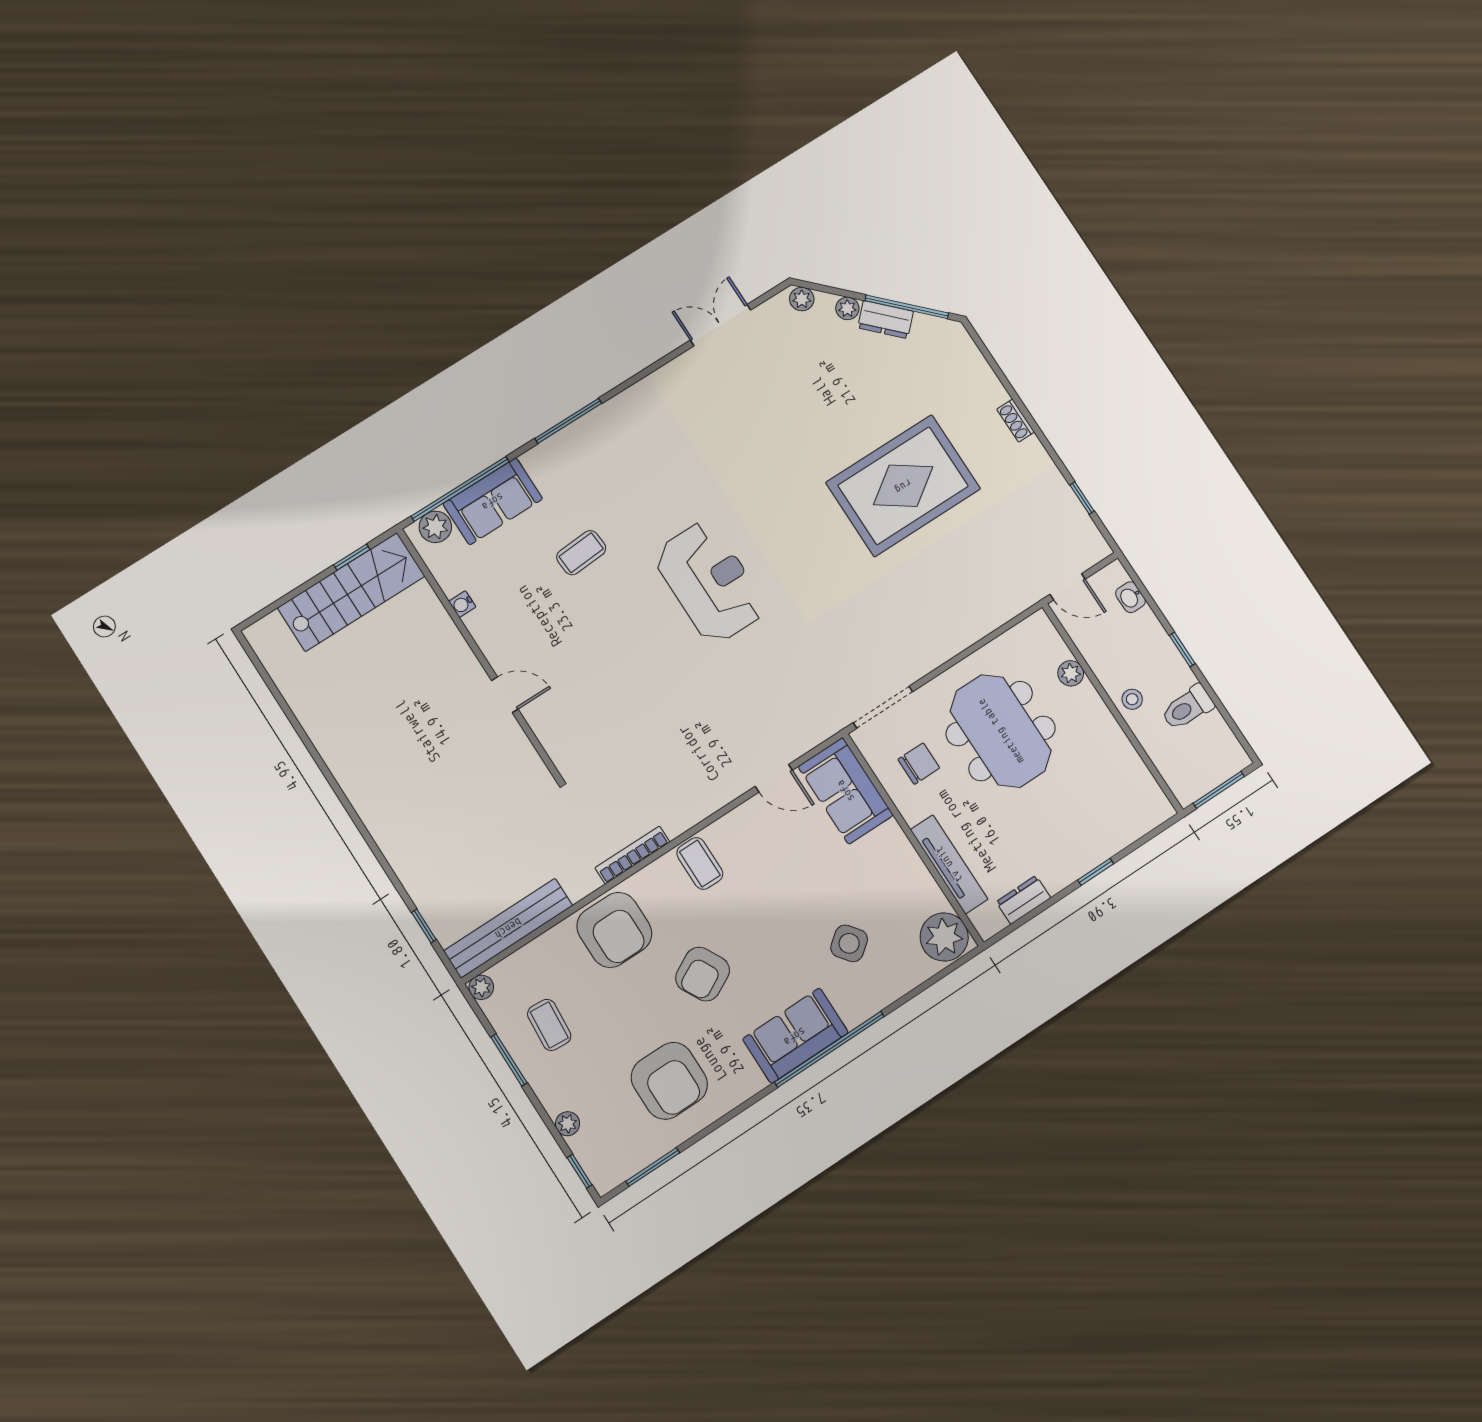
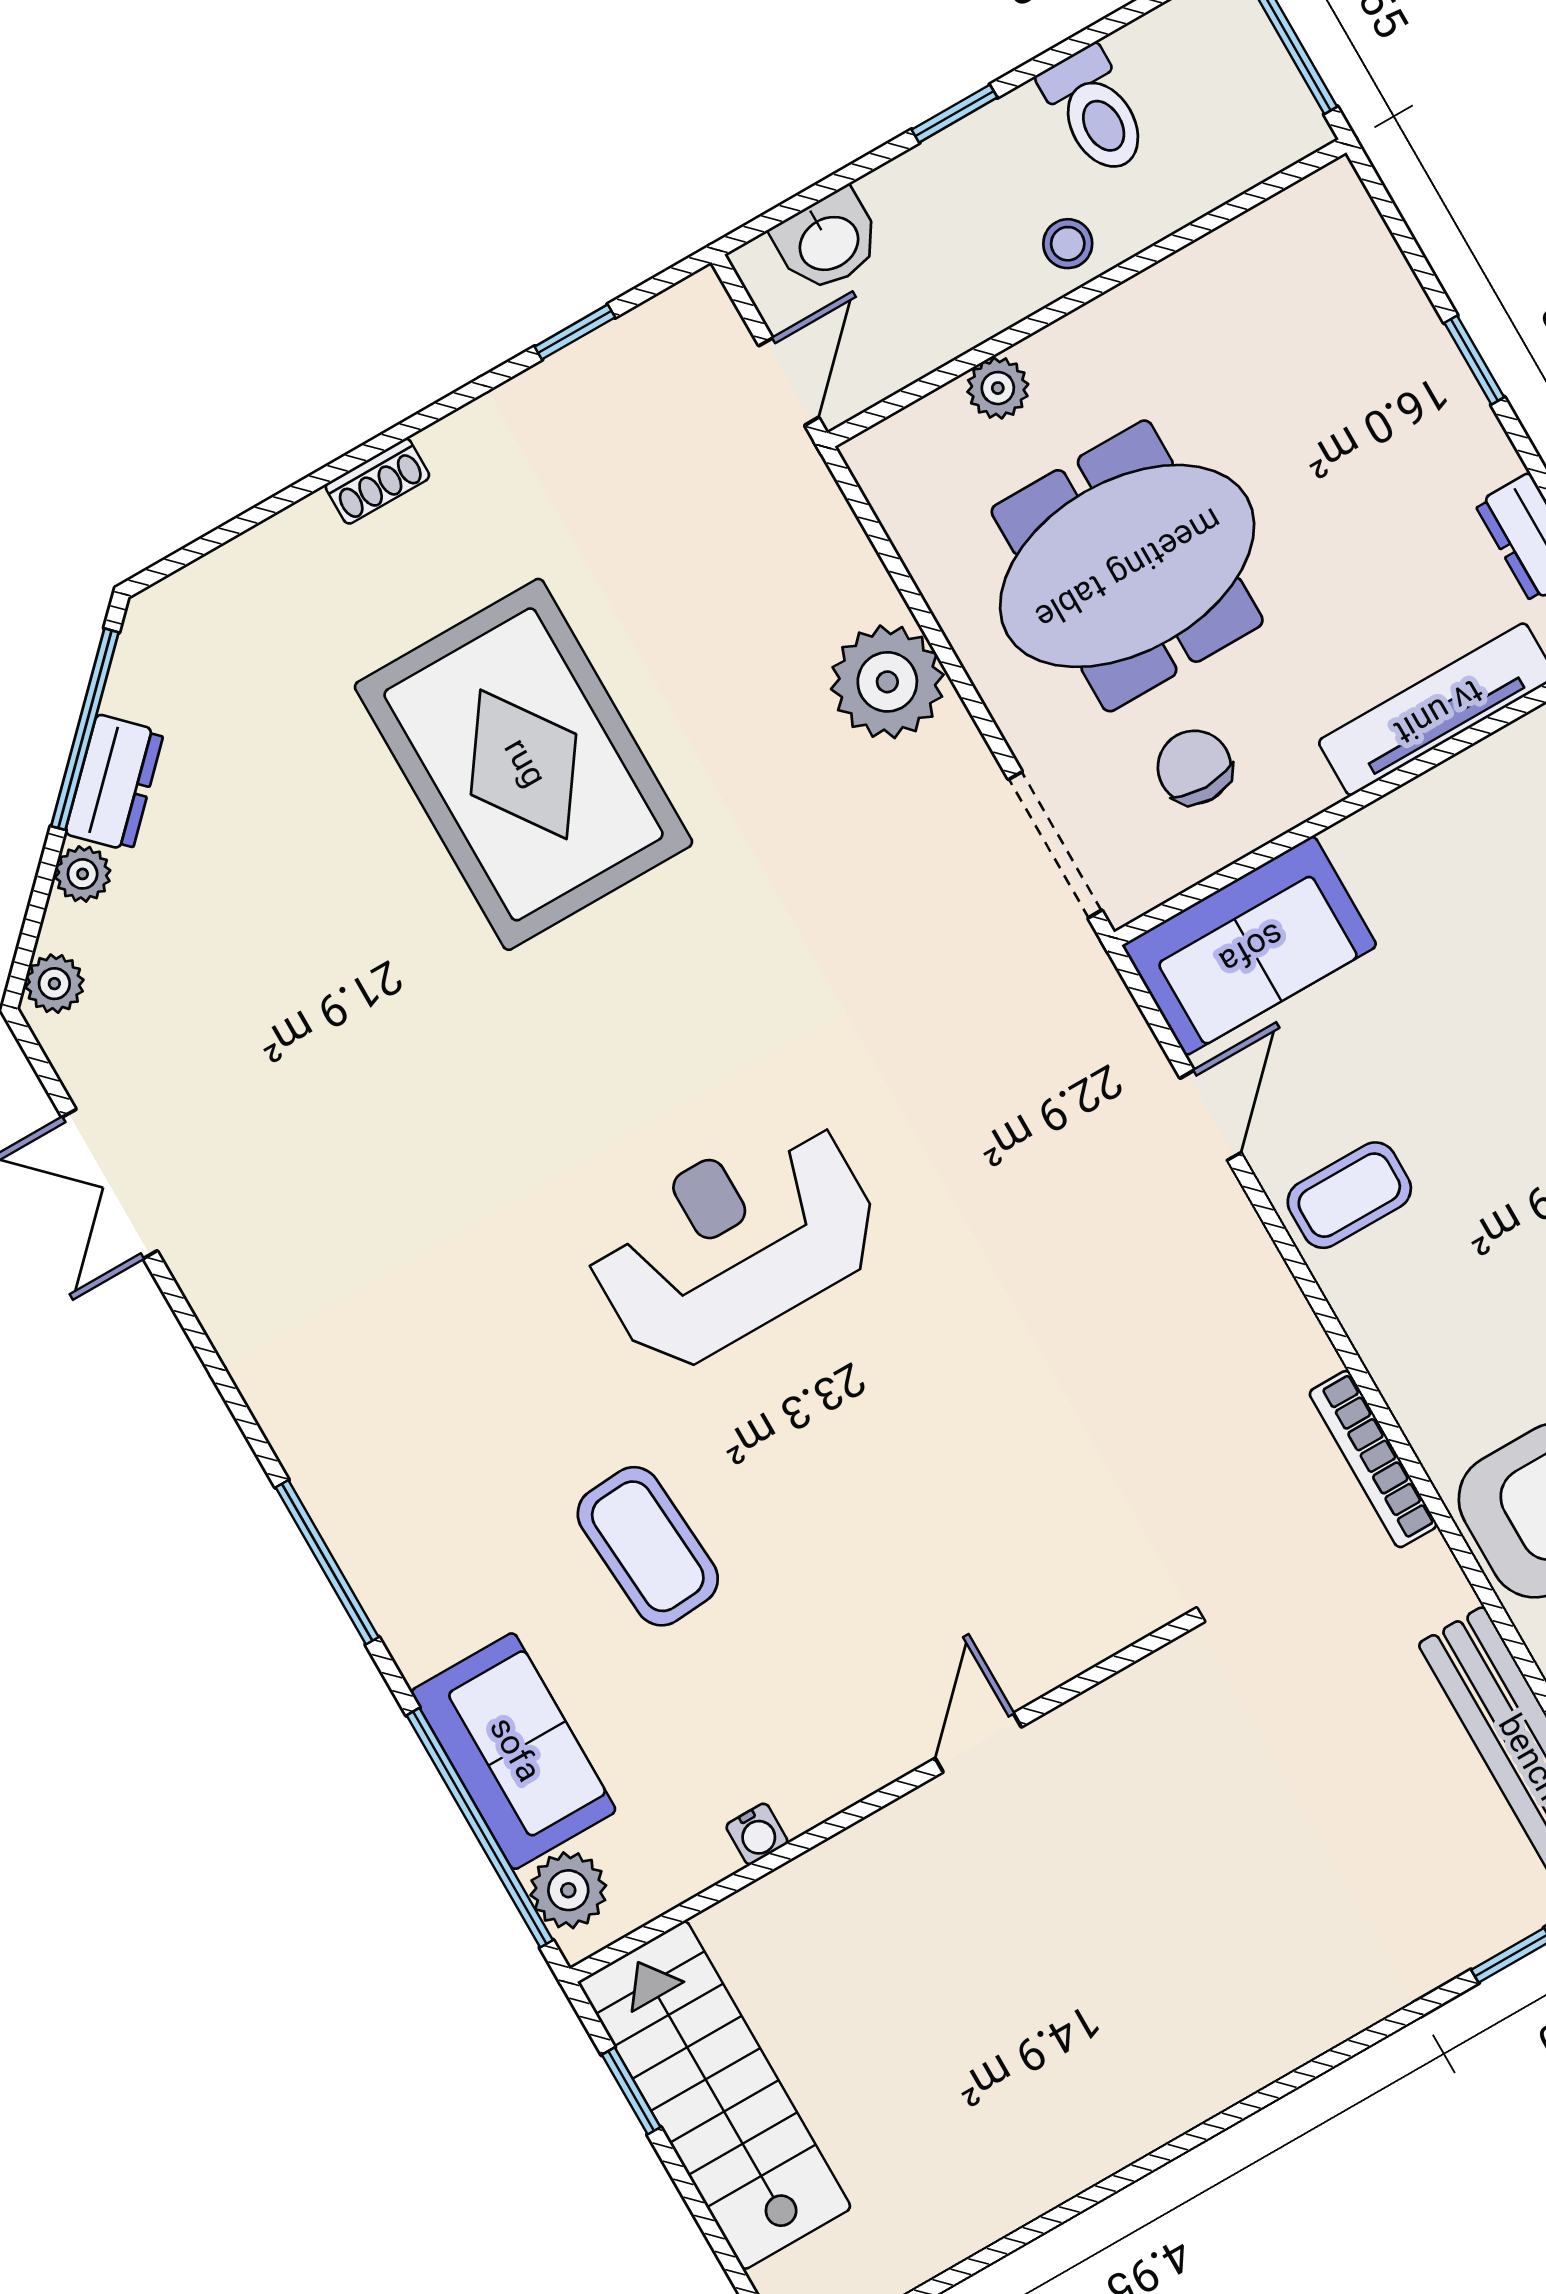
coffee table: (581, 553) -> (648, 1546), width x1.36, depth x1.30
washbasin: (1130, 597) -> (828, 241), width x1.38, depth x1.45
plant: (946, 634) -> (887, 682), added
coffee table: (700, 863) -> (1349, 1195), moved

